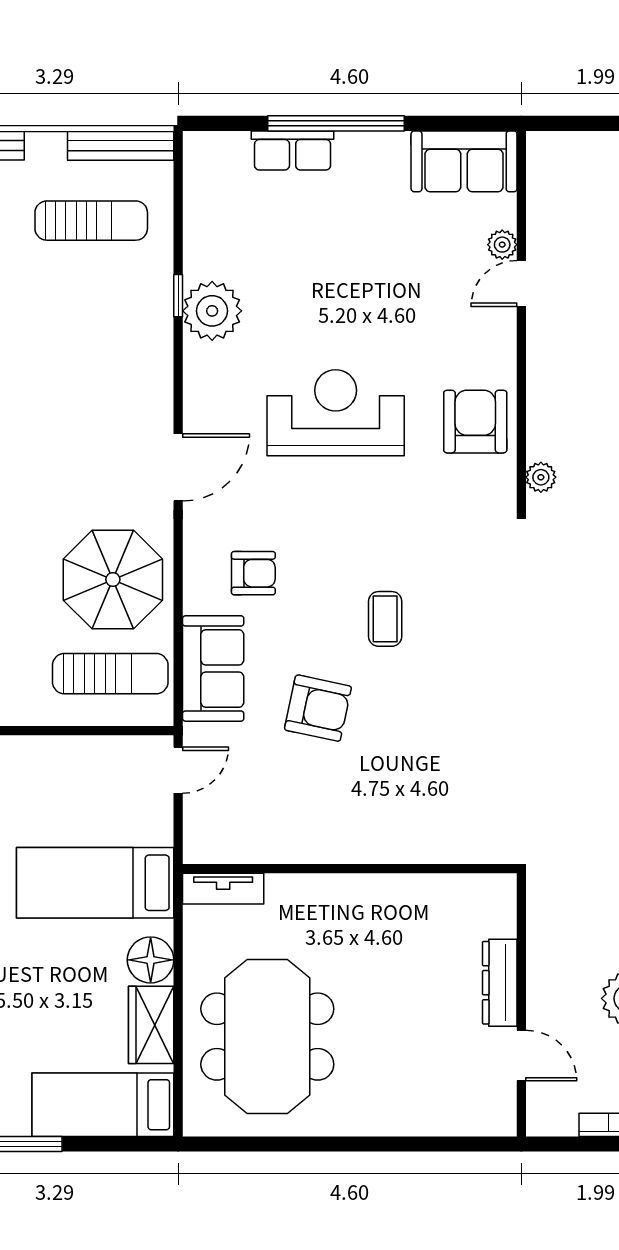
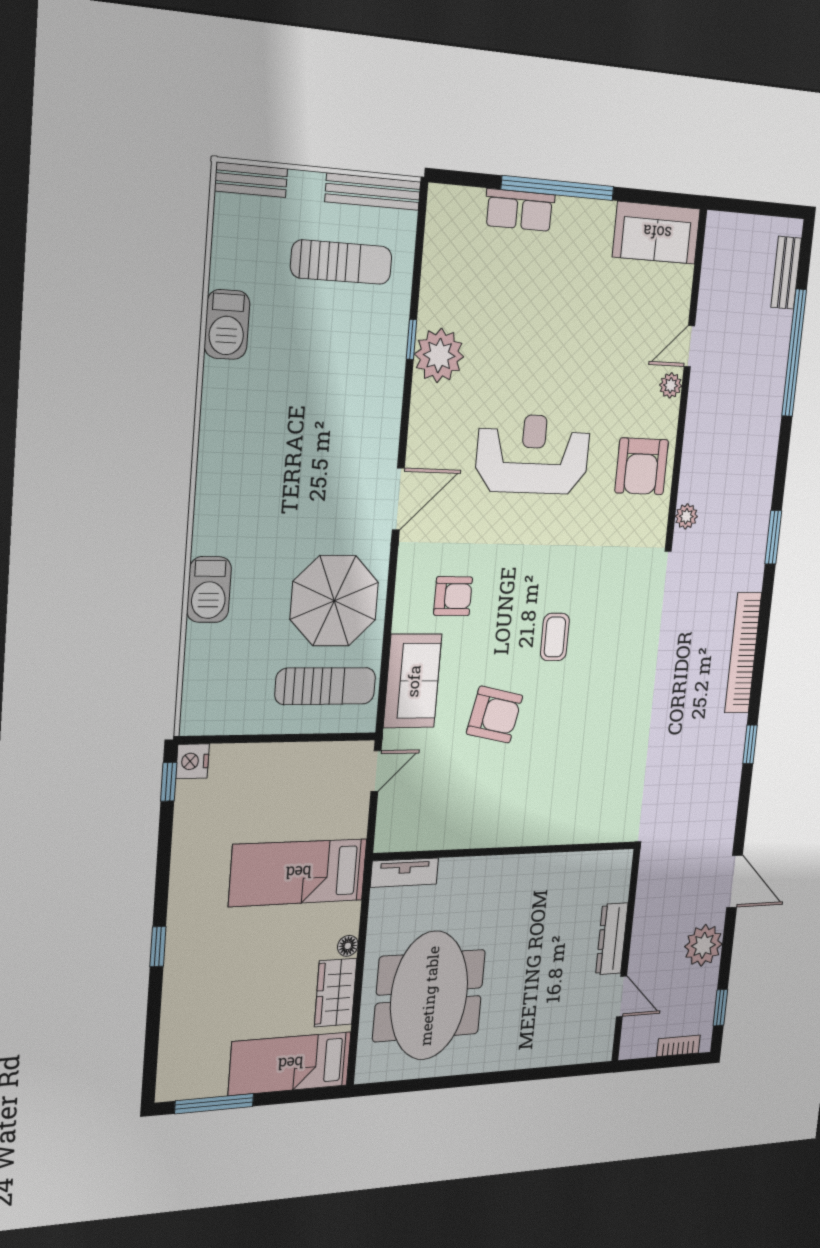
plant: (502, 245) -> (671, 385), moved
armchair: (475, 422) -> (642, 466), turned 180
floor lamp: (151, 960) -> (348, 946), width x0.53, depth x0.53

